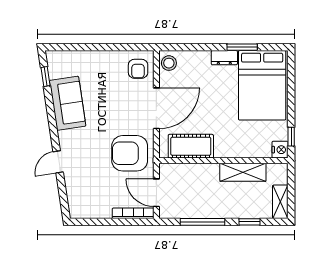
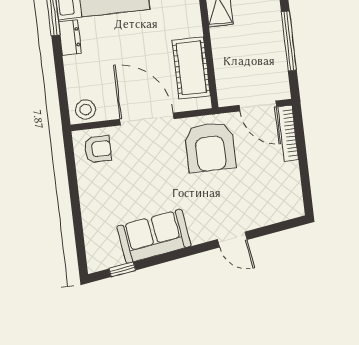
door: (156, 193) -> (258, 106), hinge flipped

